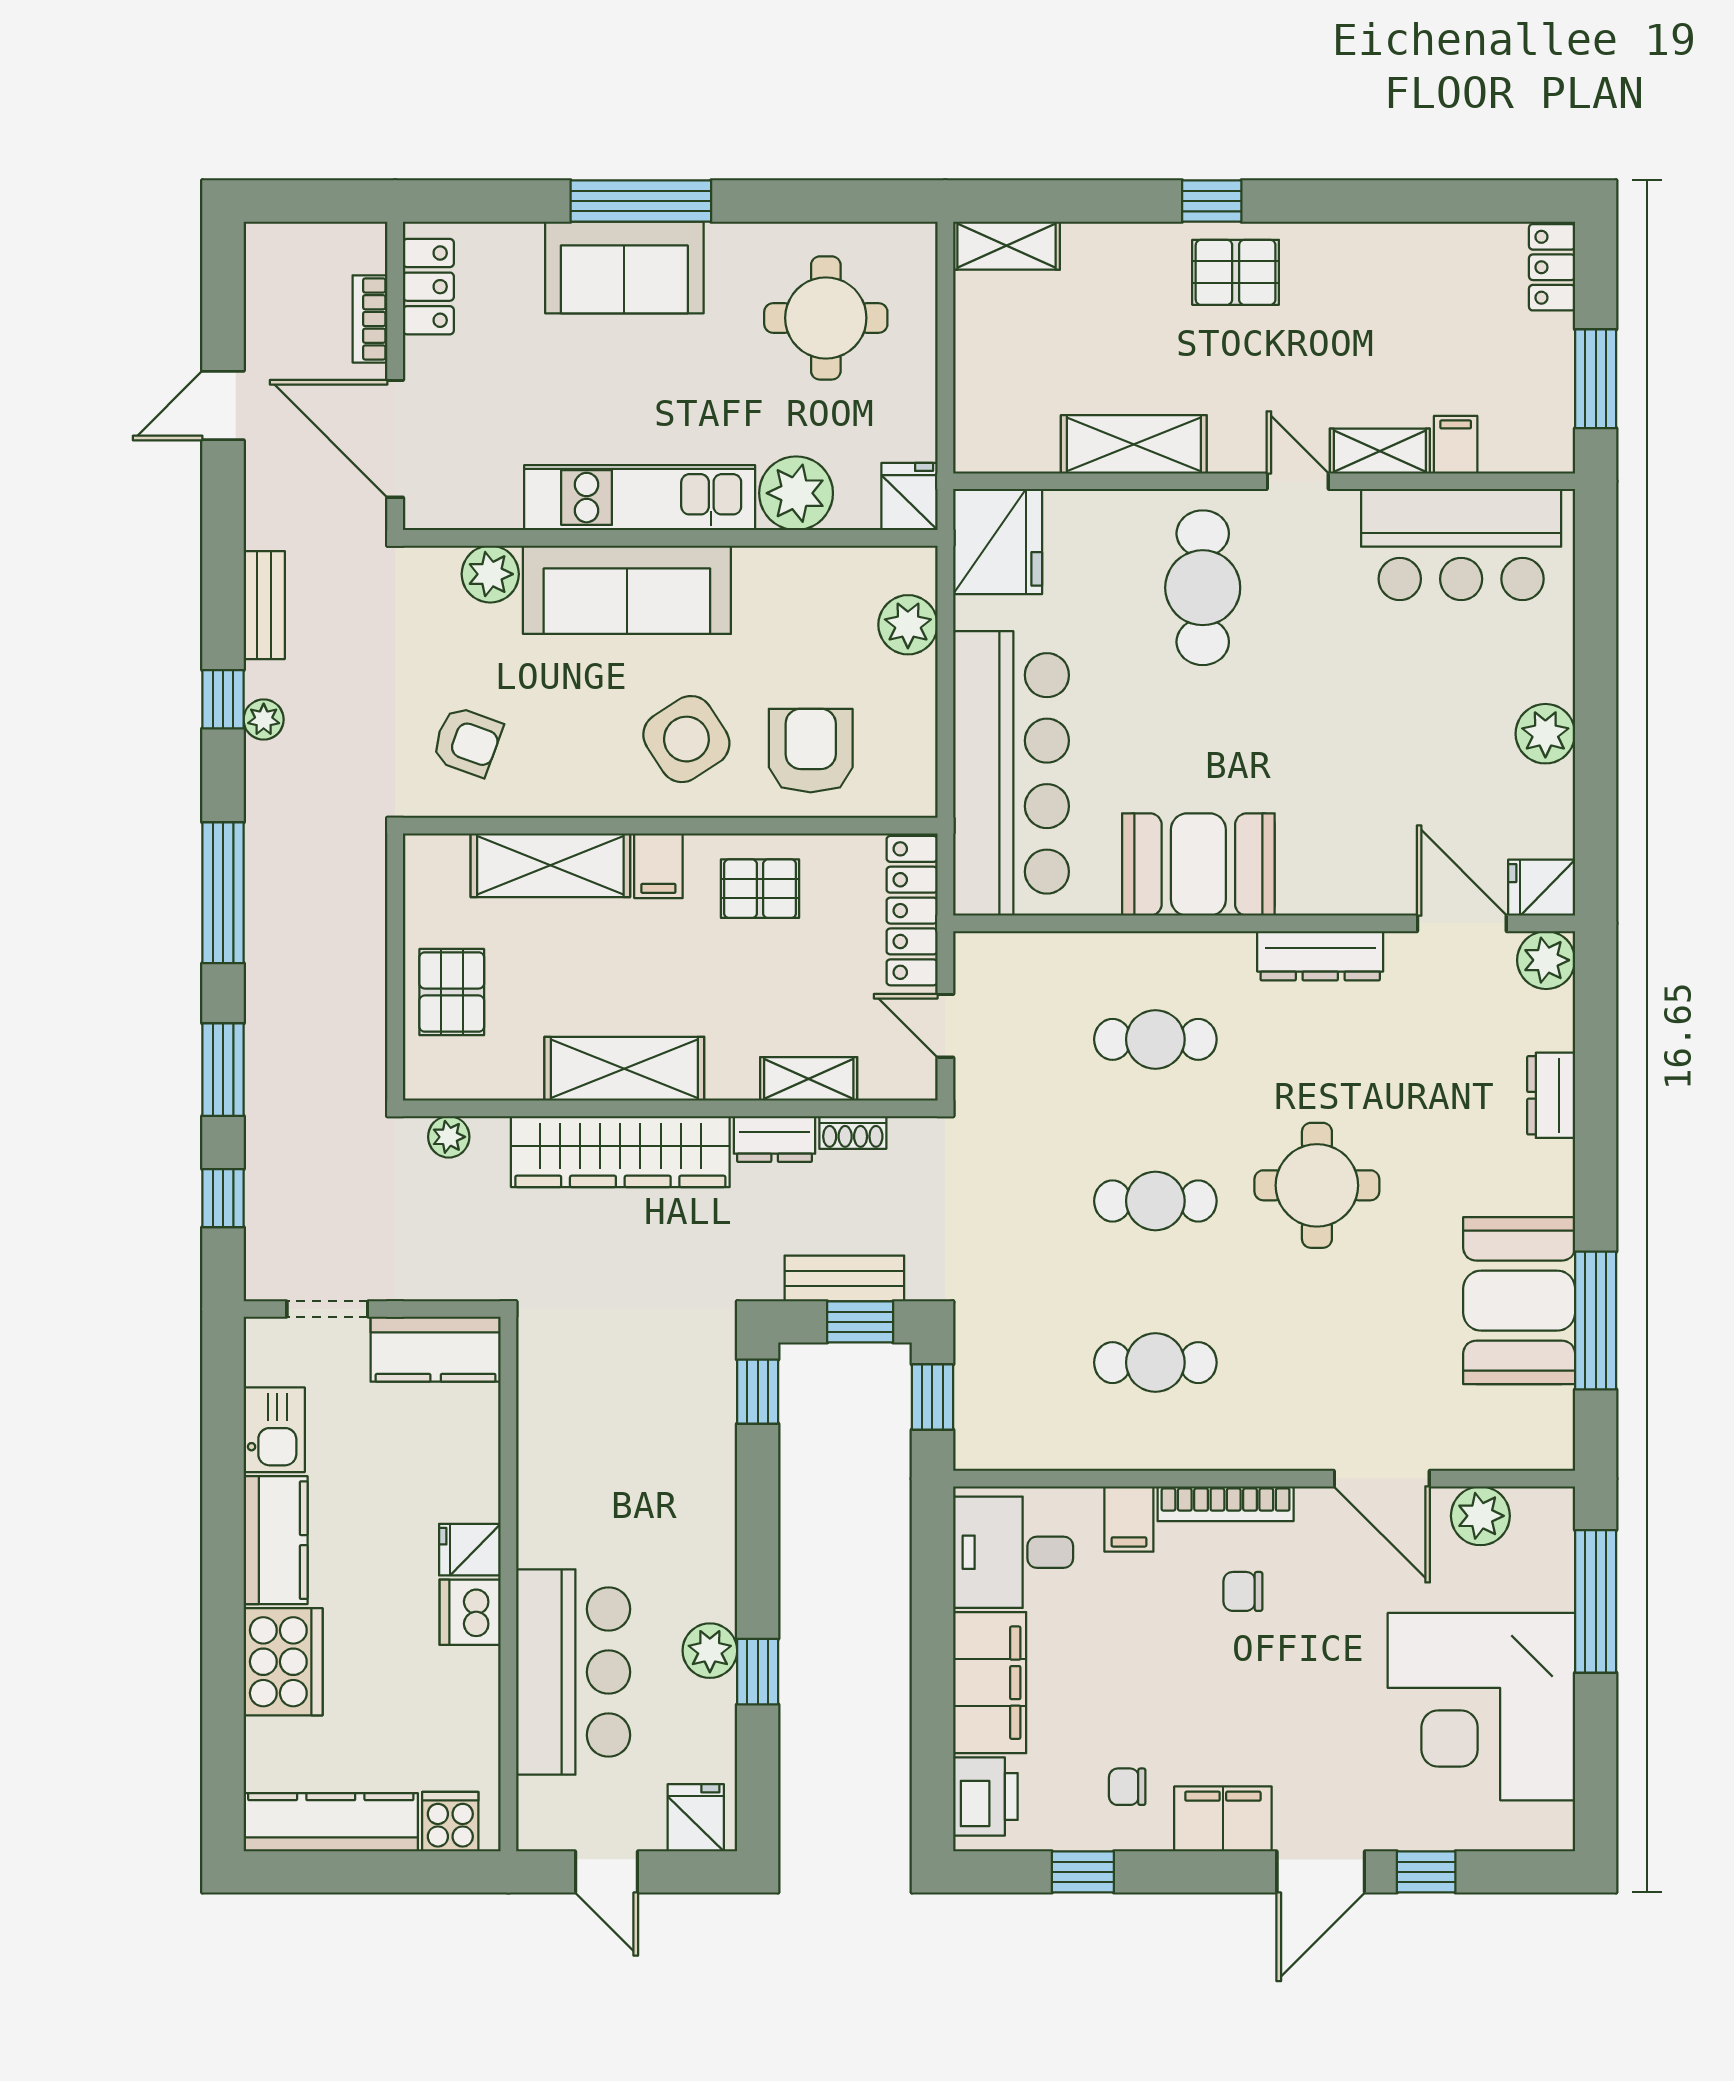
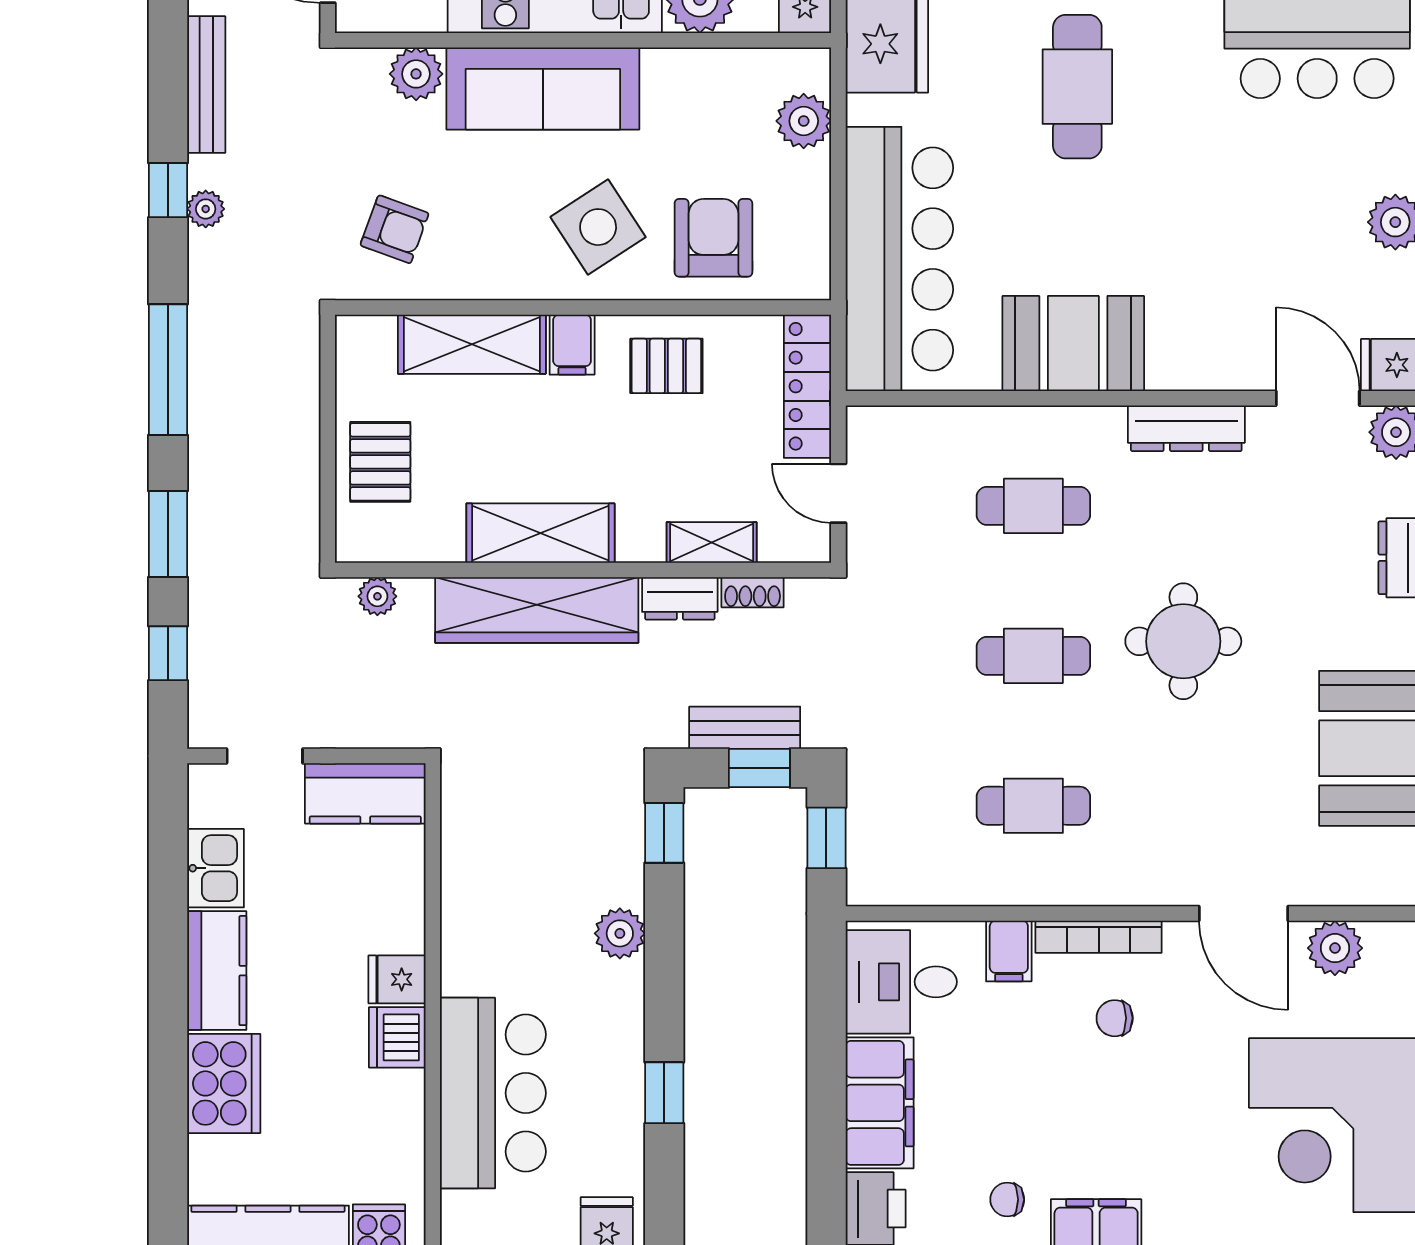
bench: (264, 605) -> (206, 85), width x1.36
plant: (710, 1651) -> (620, 933), moved

